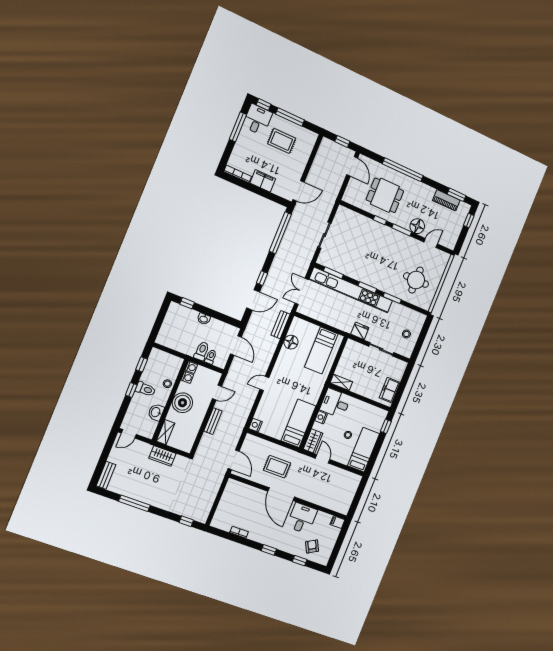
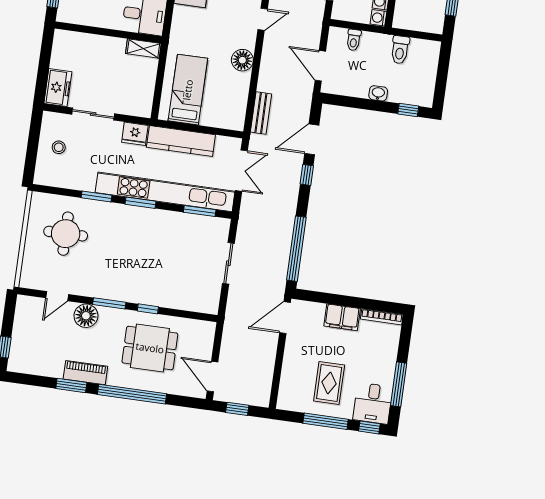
rug: (282, 141) -> (329, 383), turned 90
window: (456, 195) -> (71, 386), moved
piano: (446, 200) -> (85, 373), moved
kitchen counter: (334, 319) -> (181, 141), added
floor lamp: (291, 342) -> (242, 60), moved
toilet: (202, 351) -> (400, 50), moved
freezer: (390, 390) -> (58, 88), moved

